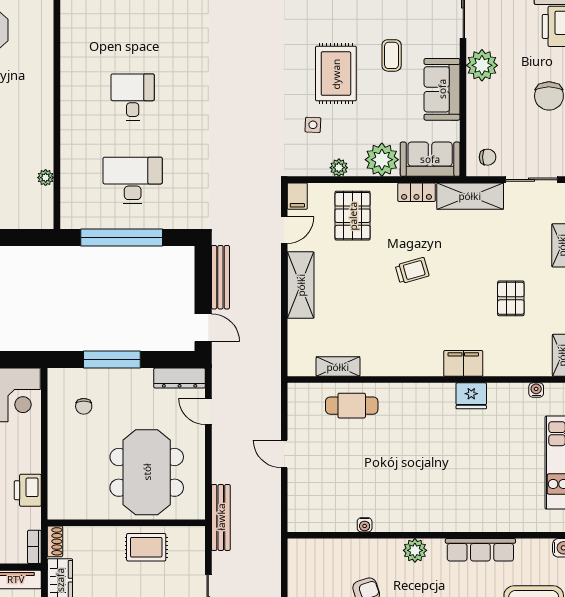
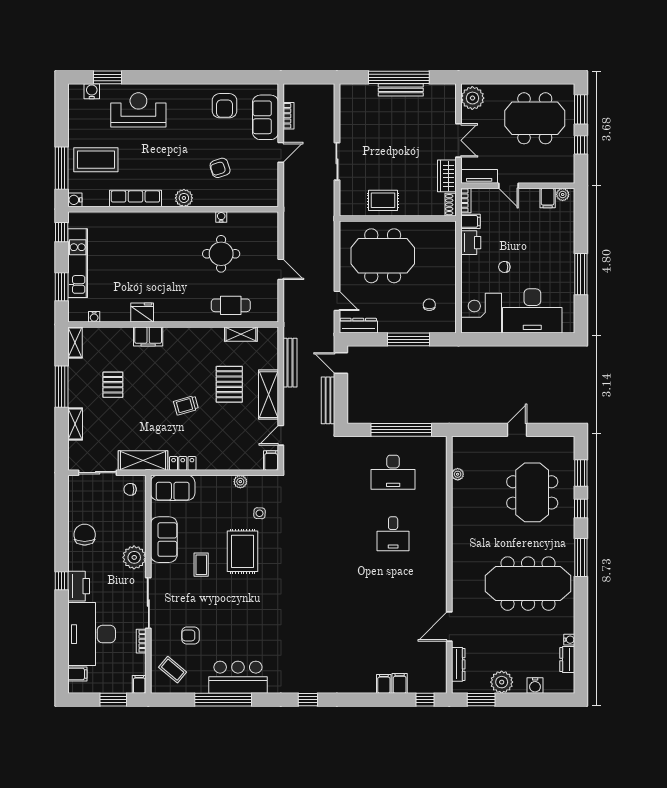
plant: (382, 160) -> (208, 487), removed
pallet: (353, 216) -> (229, 384), moved
meeting table: (147, 472) -> (383, 256), turned 90
round table: (365, 475) -> (221, 254), added
bench: (221, 517) -> (290, 363), moved
filing cabinet: (28, 519) -> (470, 221), added

